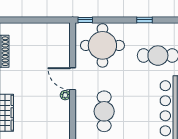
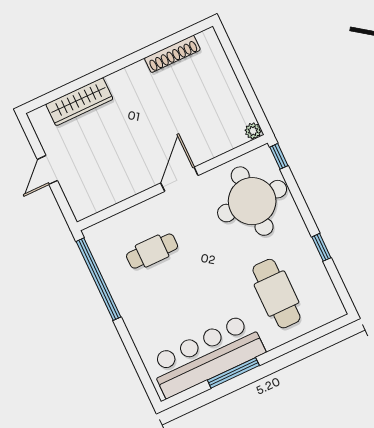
plant: (65, 95) -> (253, 131), moved
cafe table: (104, 111) -> (152, 251), width x0.73, depth x0.74

